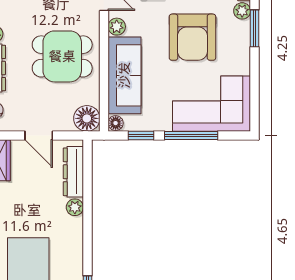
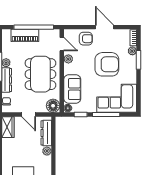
armchair: (192, 37) -> (107, 64), turned -90
dining table: (62, 56) -> (40, 74), width x1.38
sofa: (124, 75) -> (72, 89), width x0.73

